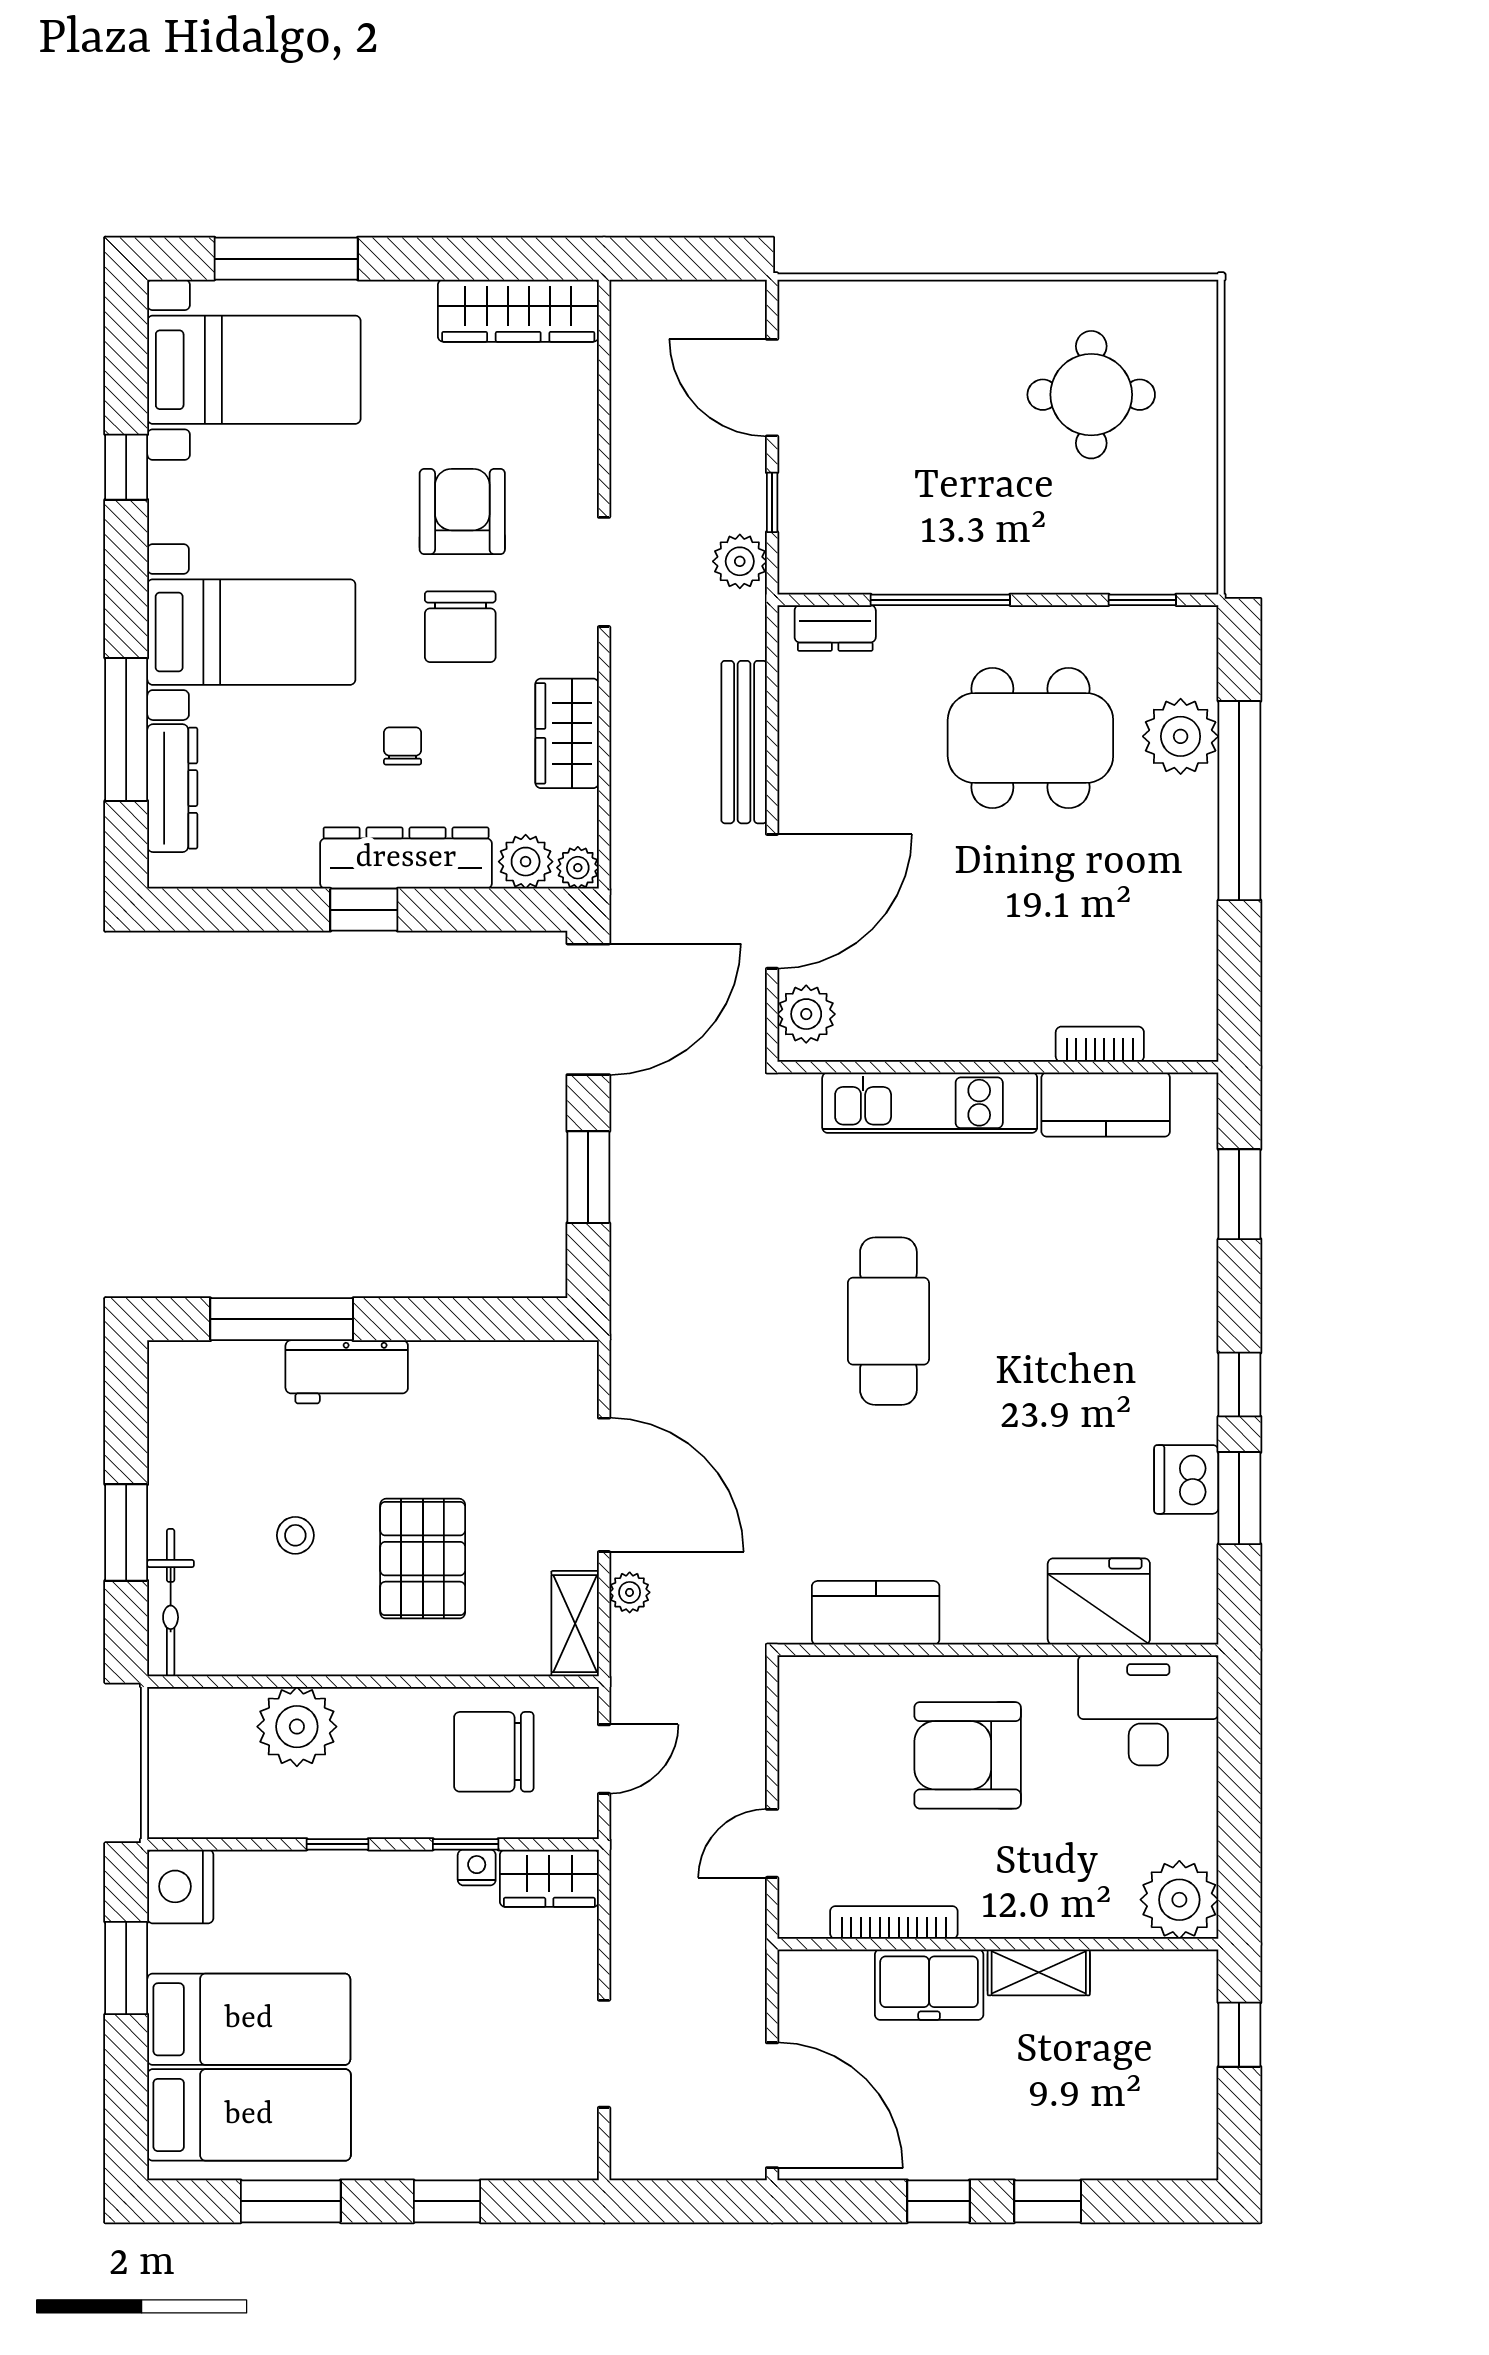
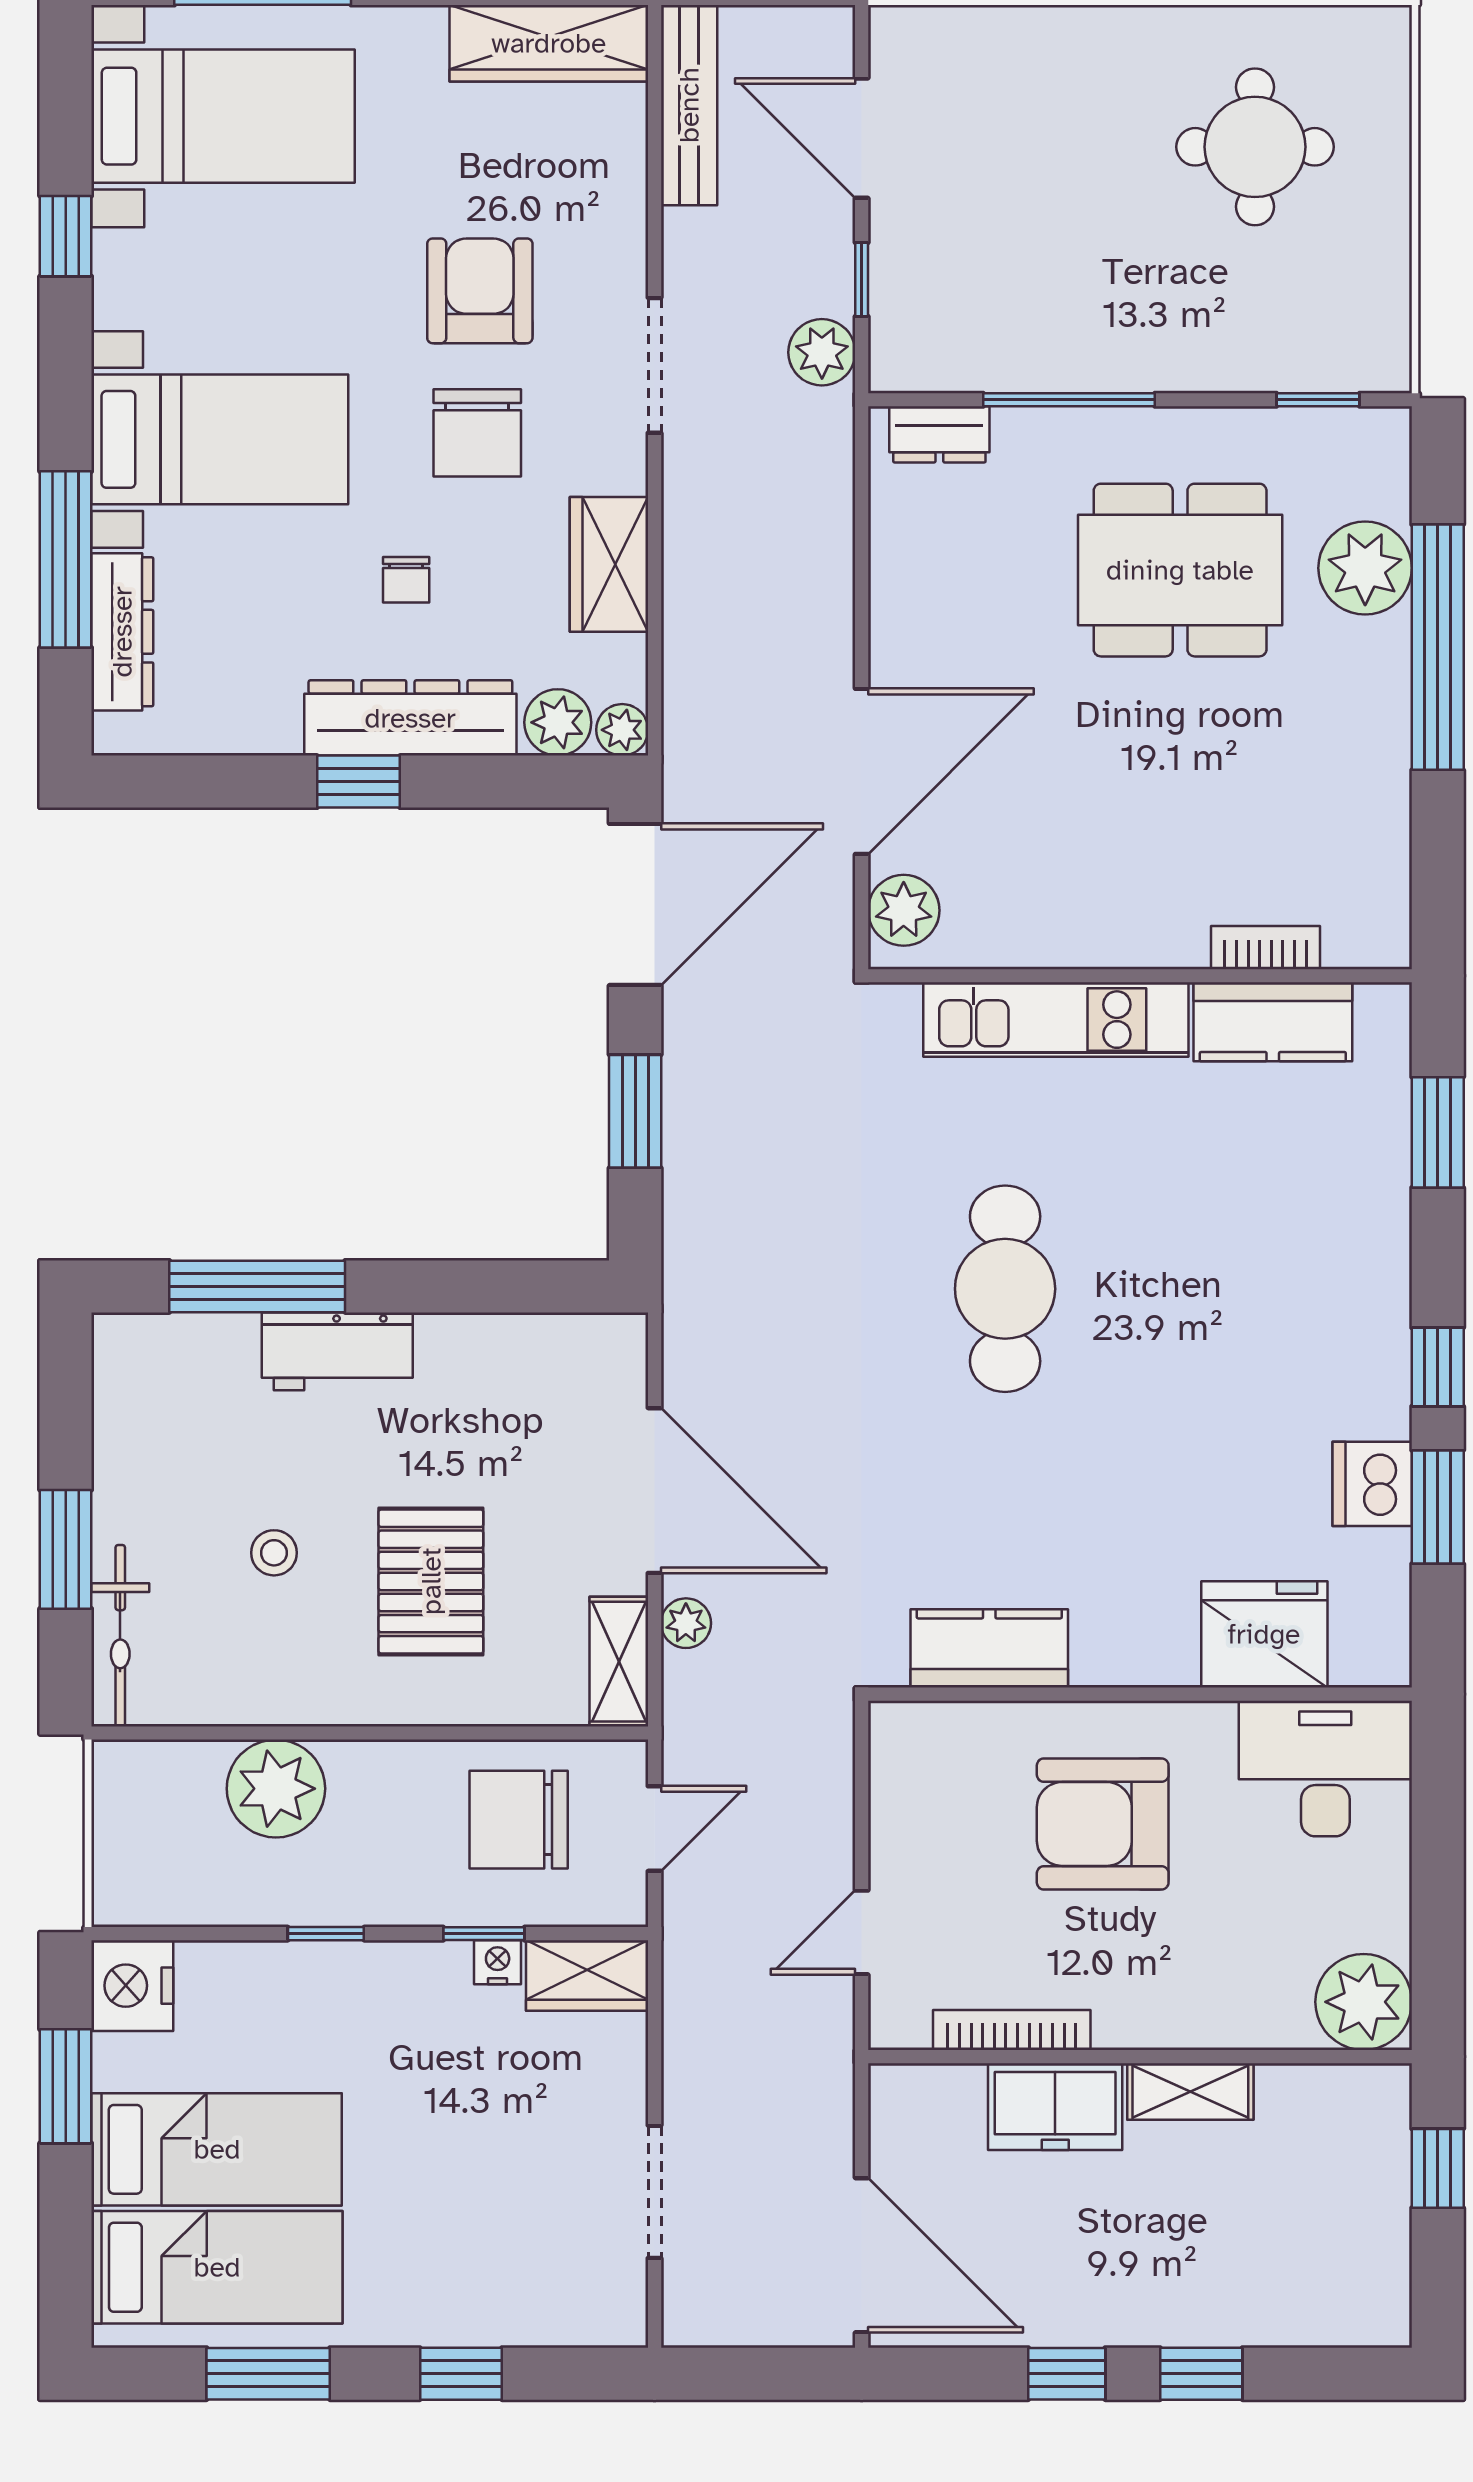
bench: (744, 742) -> (689, 105), moved
chair: (403, 746) -> (406, 580), turned 180

